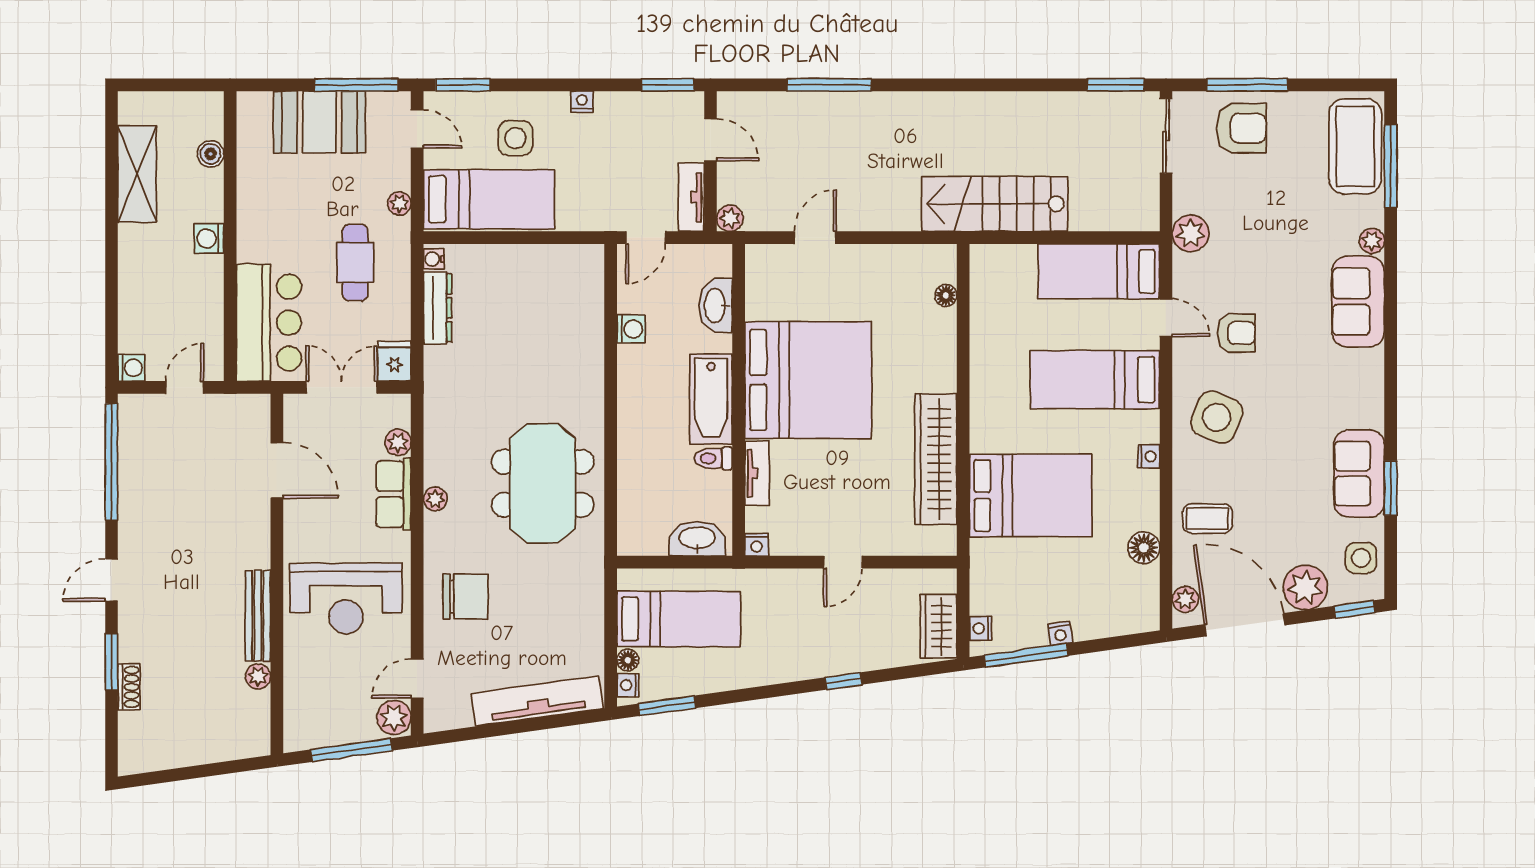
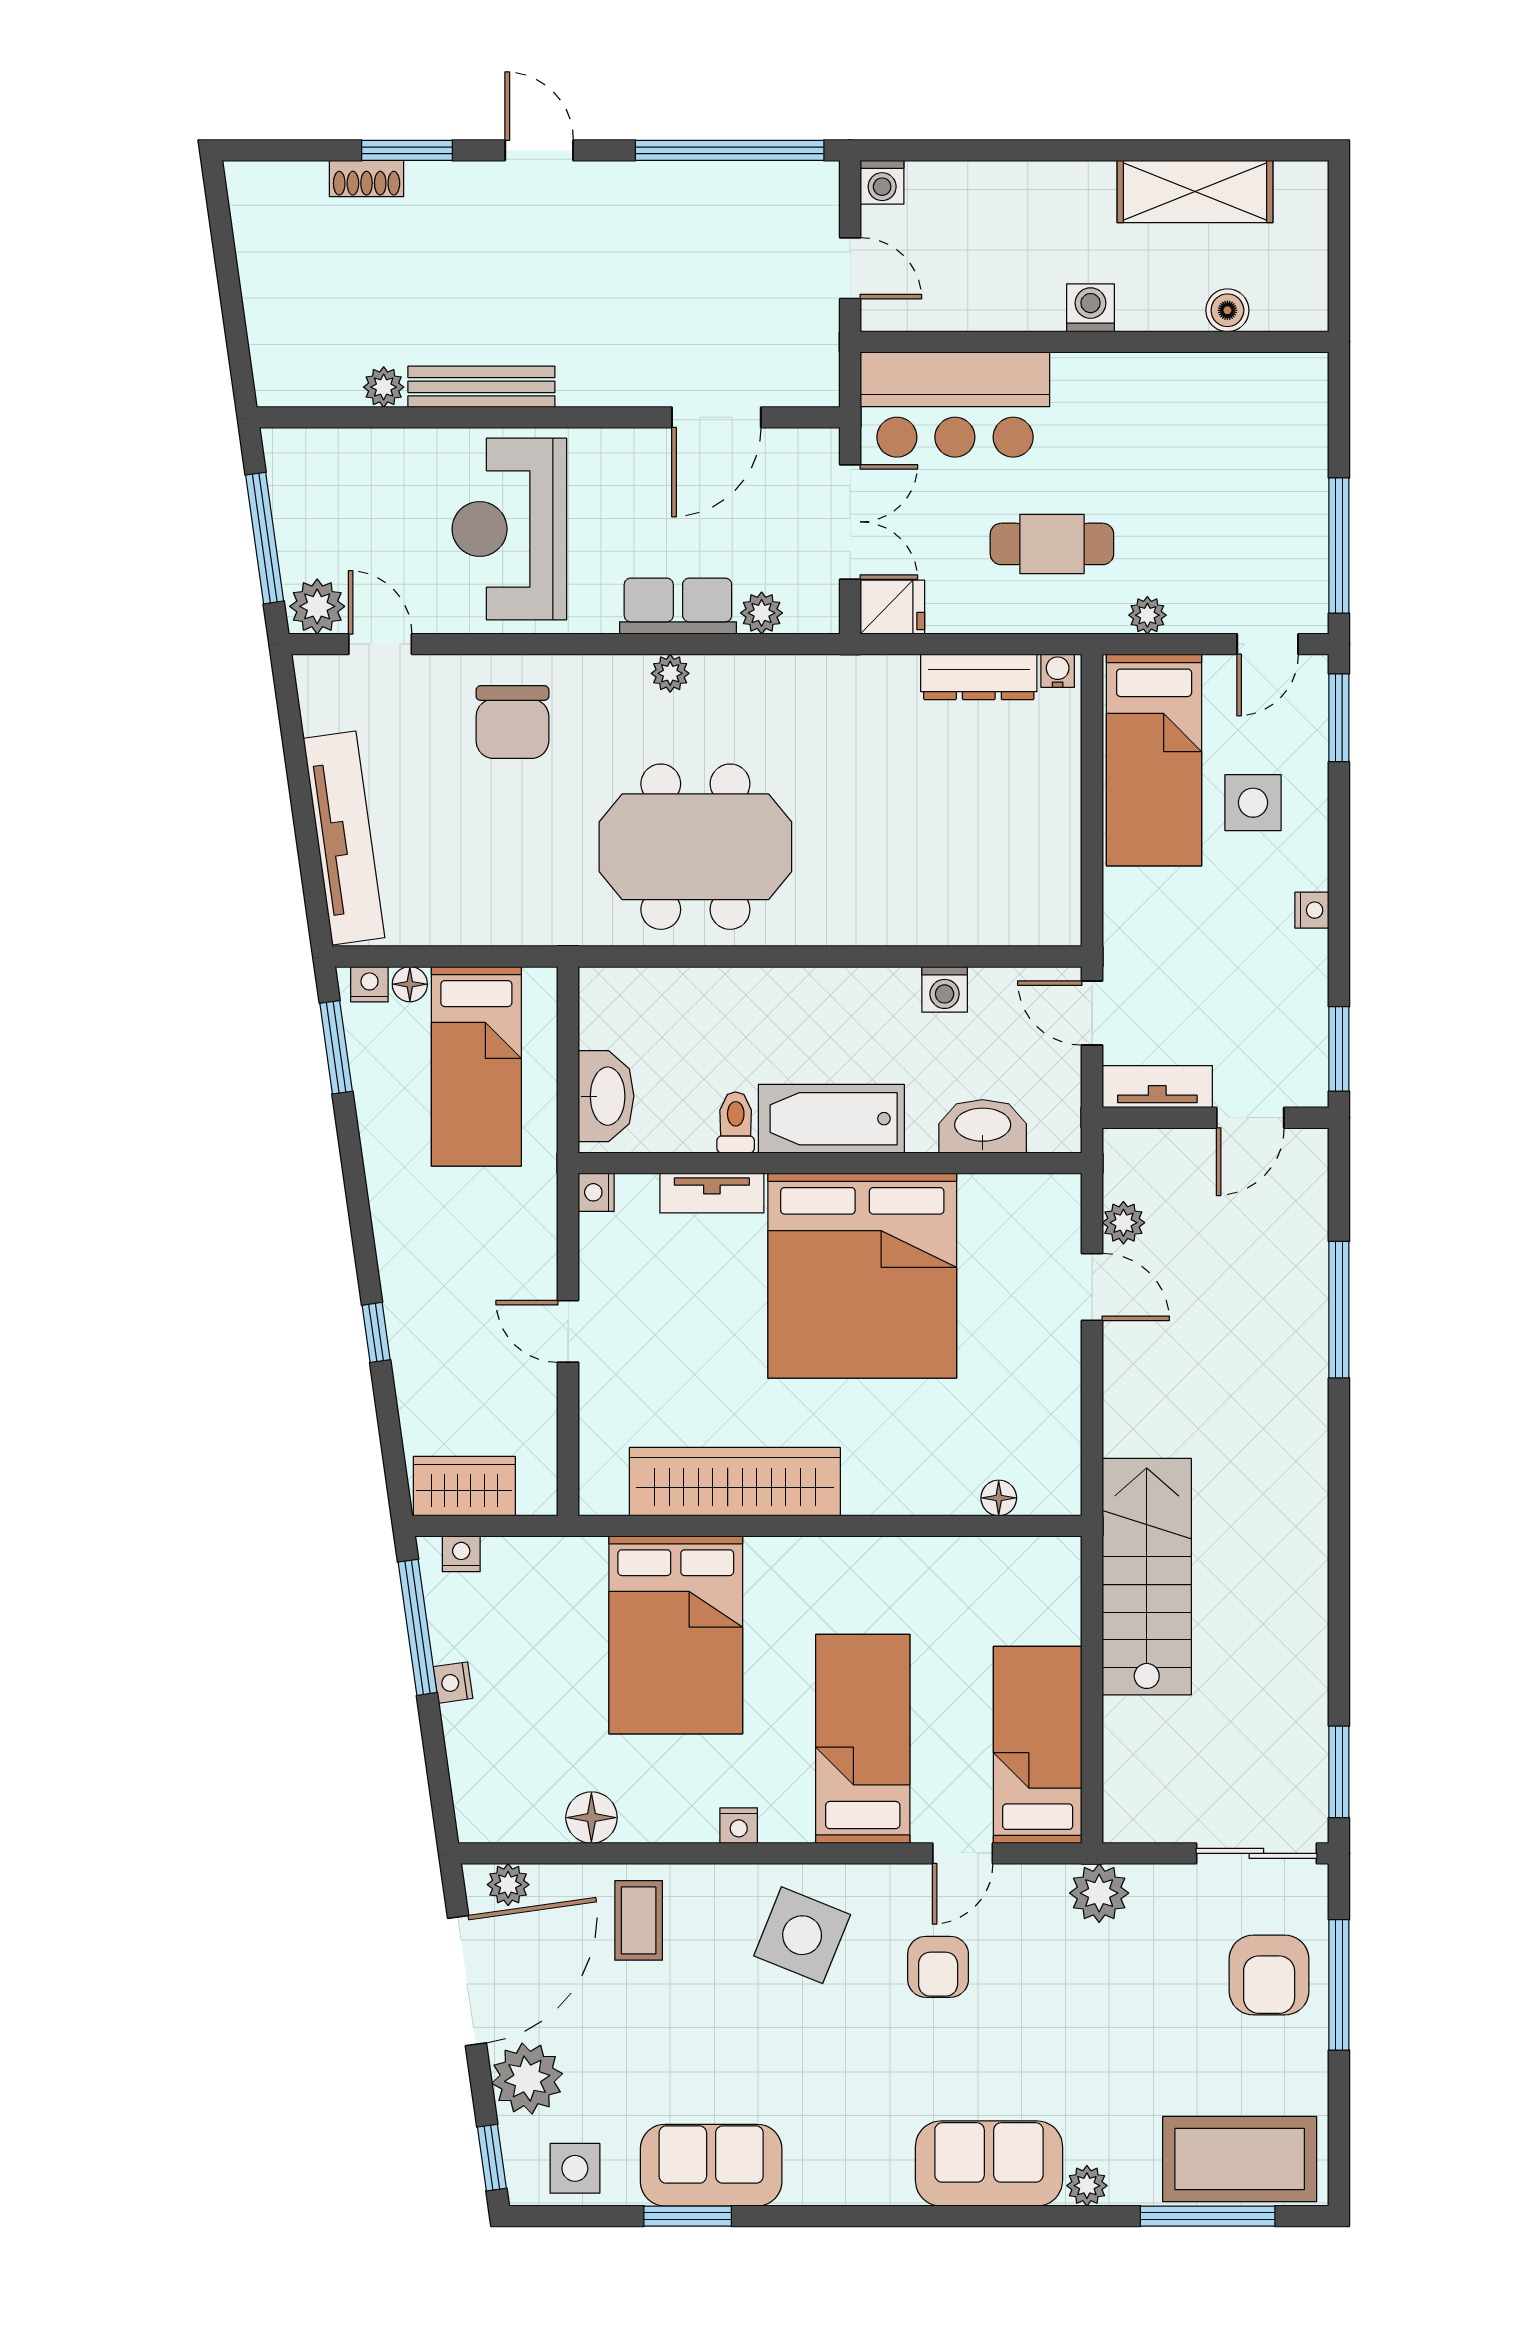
booth: (319, 122) -> (1279, 486), removed
plant: (730, 218) -> (1123, 1223), moved

